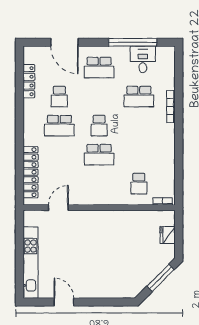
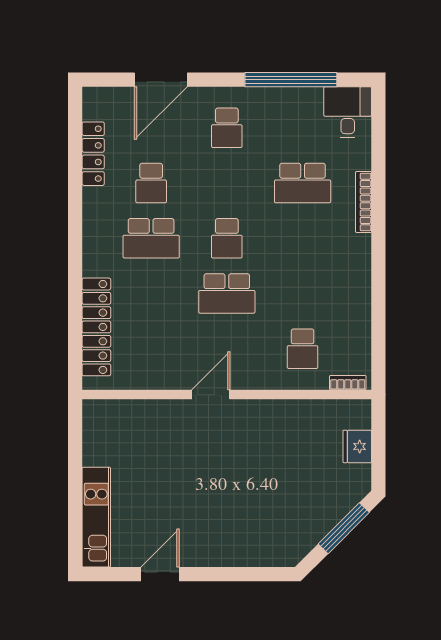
door: (64, 42) -> (161, 80), hinge flipped
desk: (143, 59) -> (348, 112), moved
school desk: (99, 68) -> (227, 128), width x0.54
door: (58, 208) -> (211, 395), moved
kitchen unit: (31, 263) -> (96, 517), width x0.73
door: (64, 302) -> (160, 574), hinge flipped

